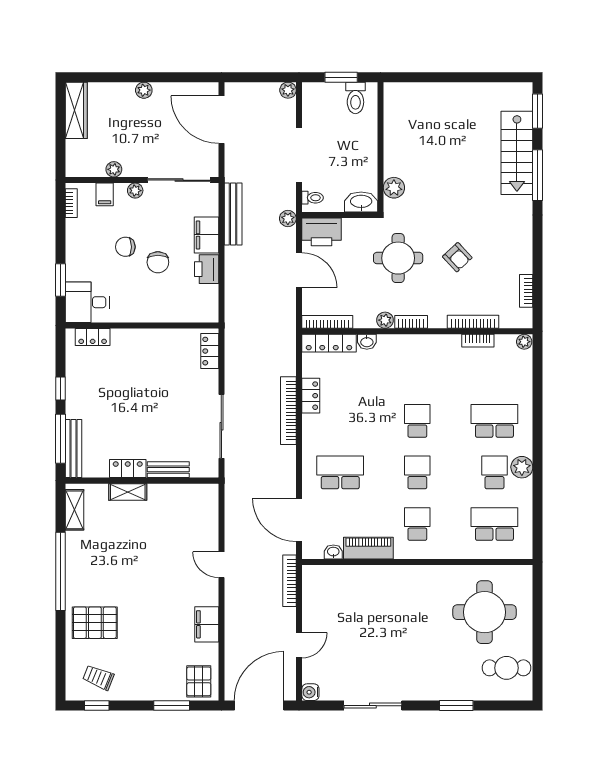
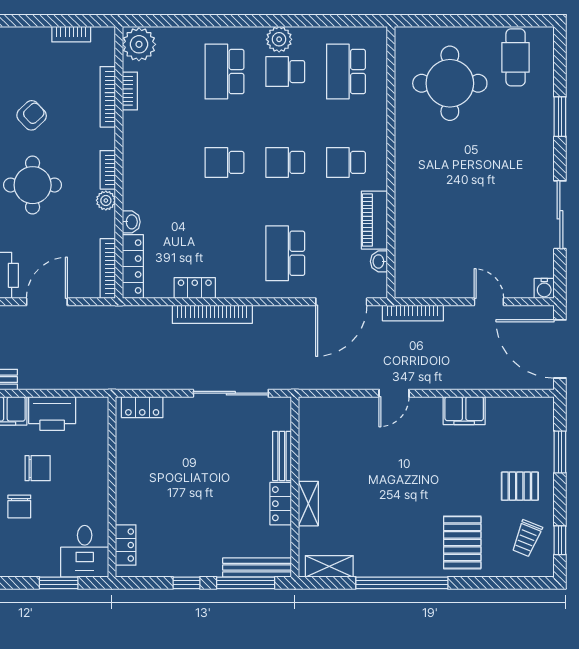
printer: (207, 269) -> (52, 413), width x1.37, depth x1.19
plant: (524, 342) -> (139, 44), width x1.88, depth x1.88
pallet: (199, 681) -> (520, 486), moved

